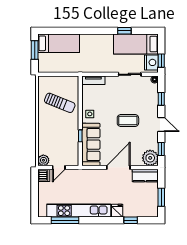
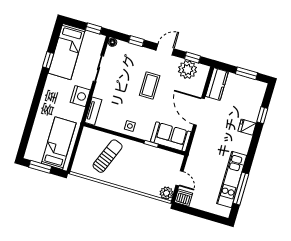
bed: (59, 43) -> (59, 143), moved
nightstand: (151, 62) -> (80, 96), moved, turned 90
sofa: (91, 145) -> (171, 137), width x0.73
plant: (150, 158) -> (187, 70), moved
kitchen unit: (79, 211) -> (232, 180), width x0.73

